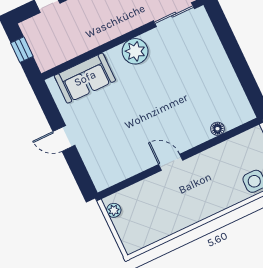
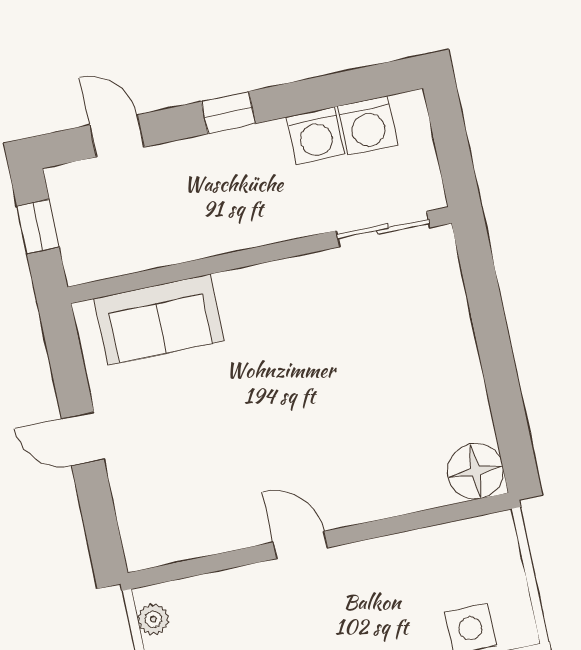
plant: (135, 51) -> (281, 288), removed
floor lamp: (217, 129) -> (475, 471), moved, width x1.89, depth x1.89

